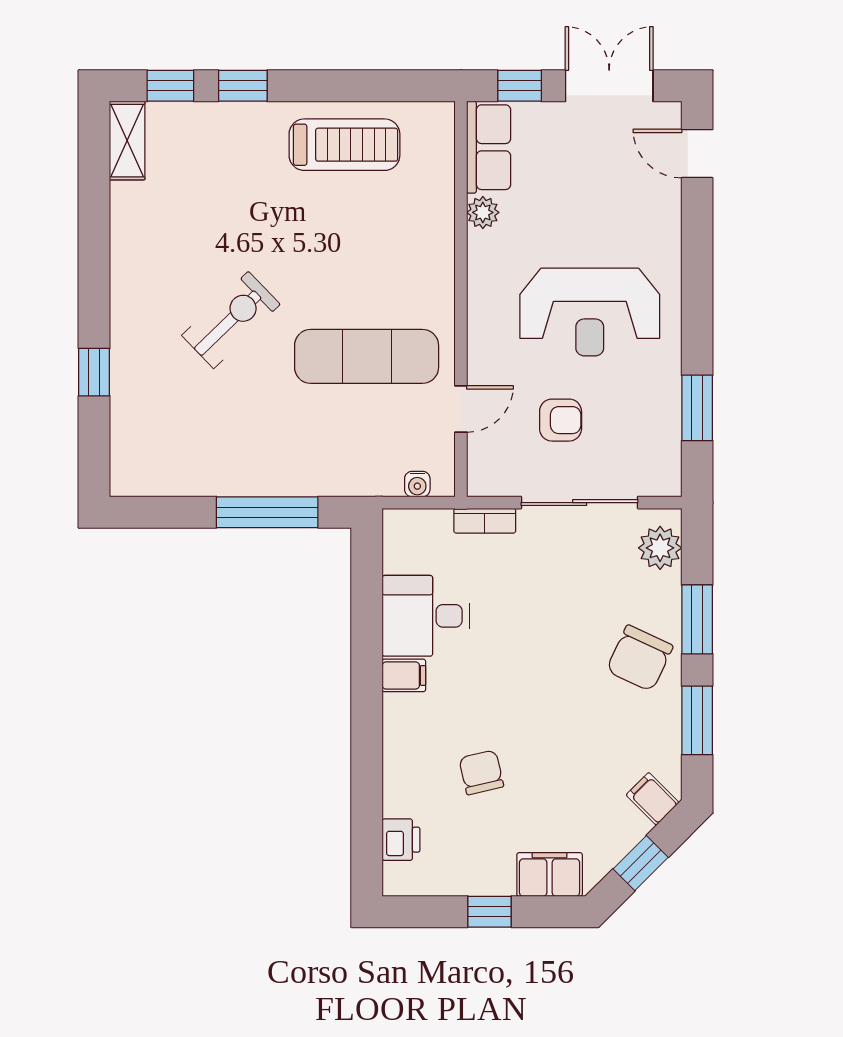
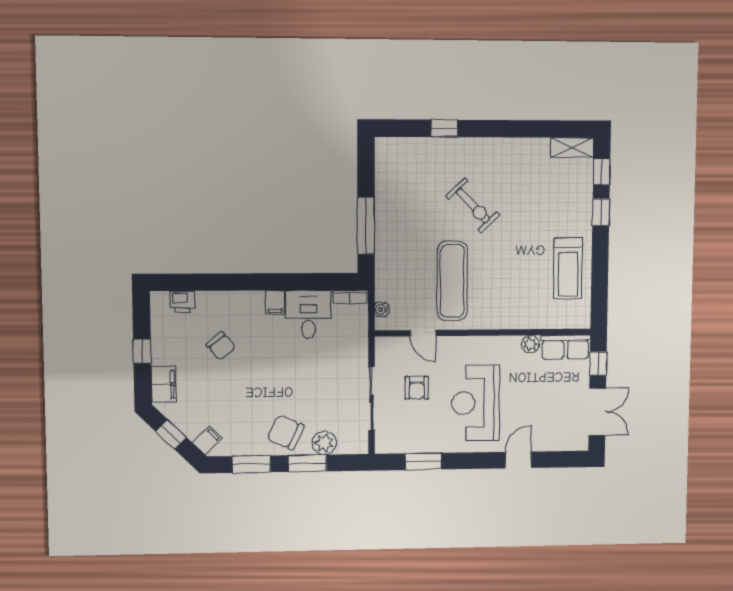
door: (697, 154) -> (518, 460), moved
bookcase: (485, 521) -> (350, 297), moved, turned -90
plant: (660, 548) -> (324, 443), moved
chair: (481, 772) -> (221, 346), turned 64

